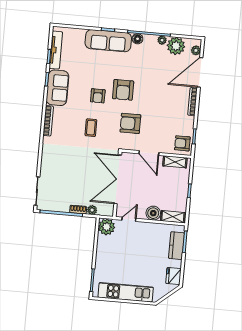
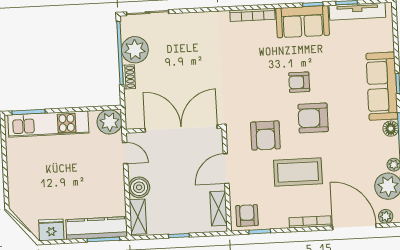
armchair: (130, 123) -> (265, 135), turned 180
coffee table: (91, 128) -> (298, 172), moved, width x1.86, depth x1.72
plant: (92, 210) -> (135, 50), moved, width x1.88, depth x1.88
kitchen counter: (177, 246) -> (96, 228), width x1.50
kitchen unit: (126, 292) -> (48, 124), moved, turned 90

